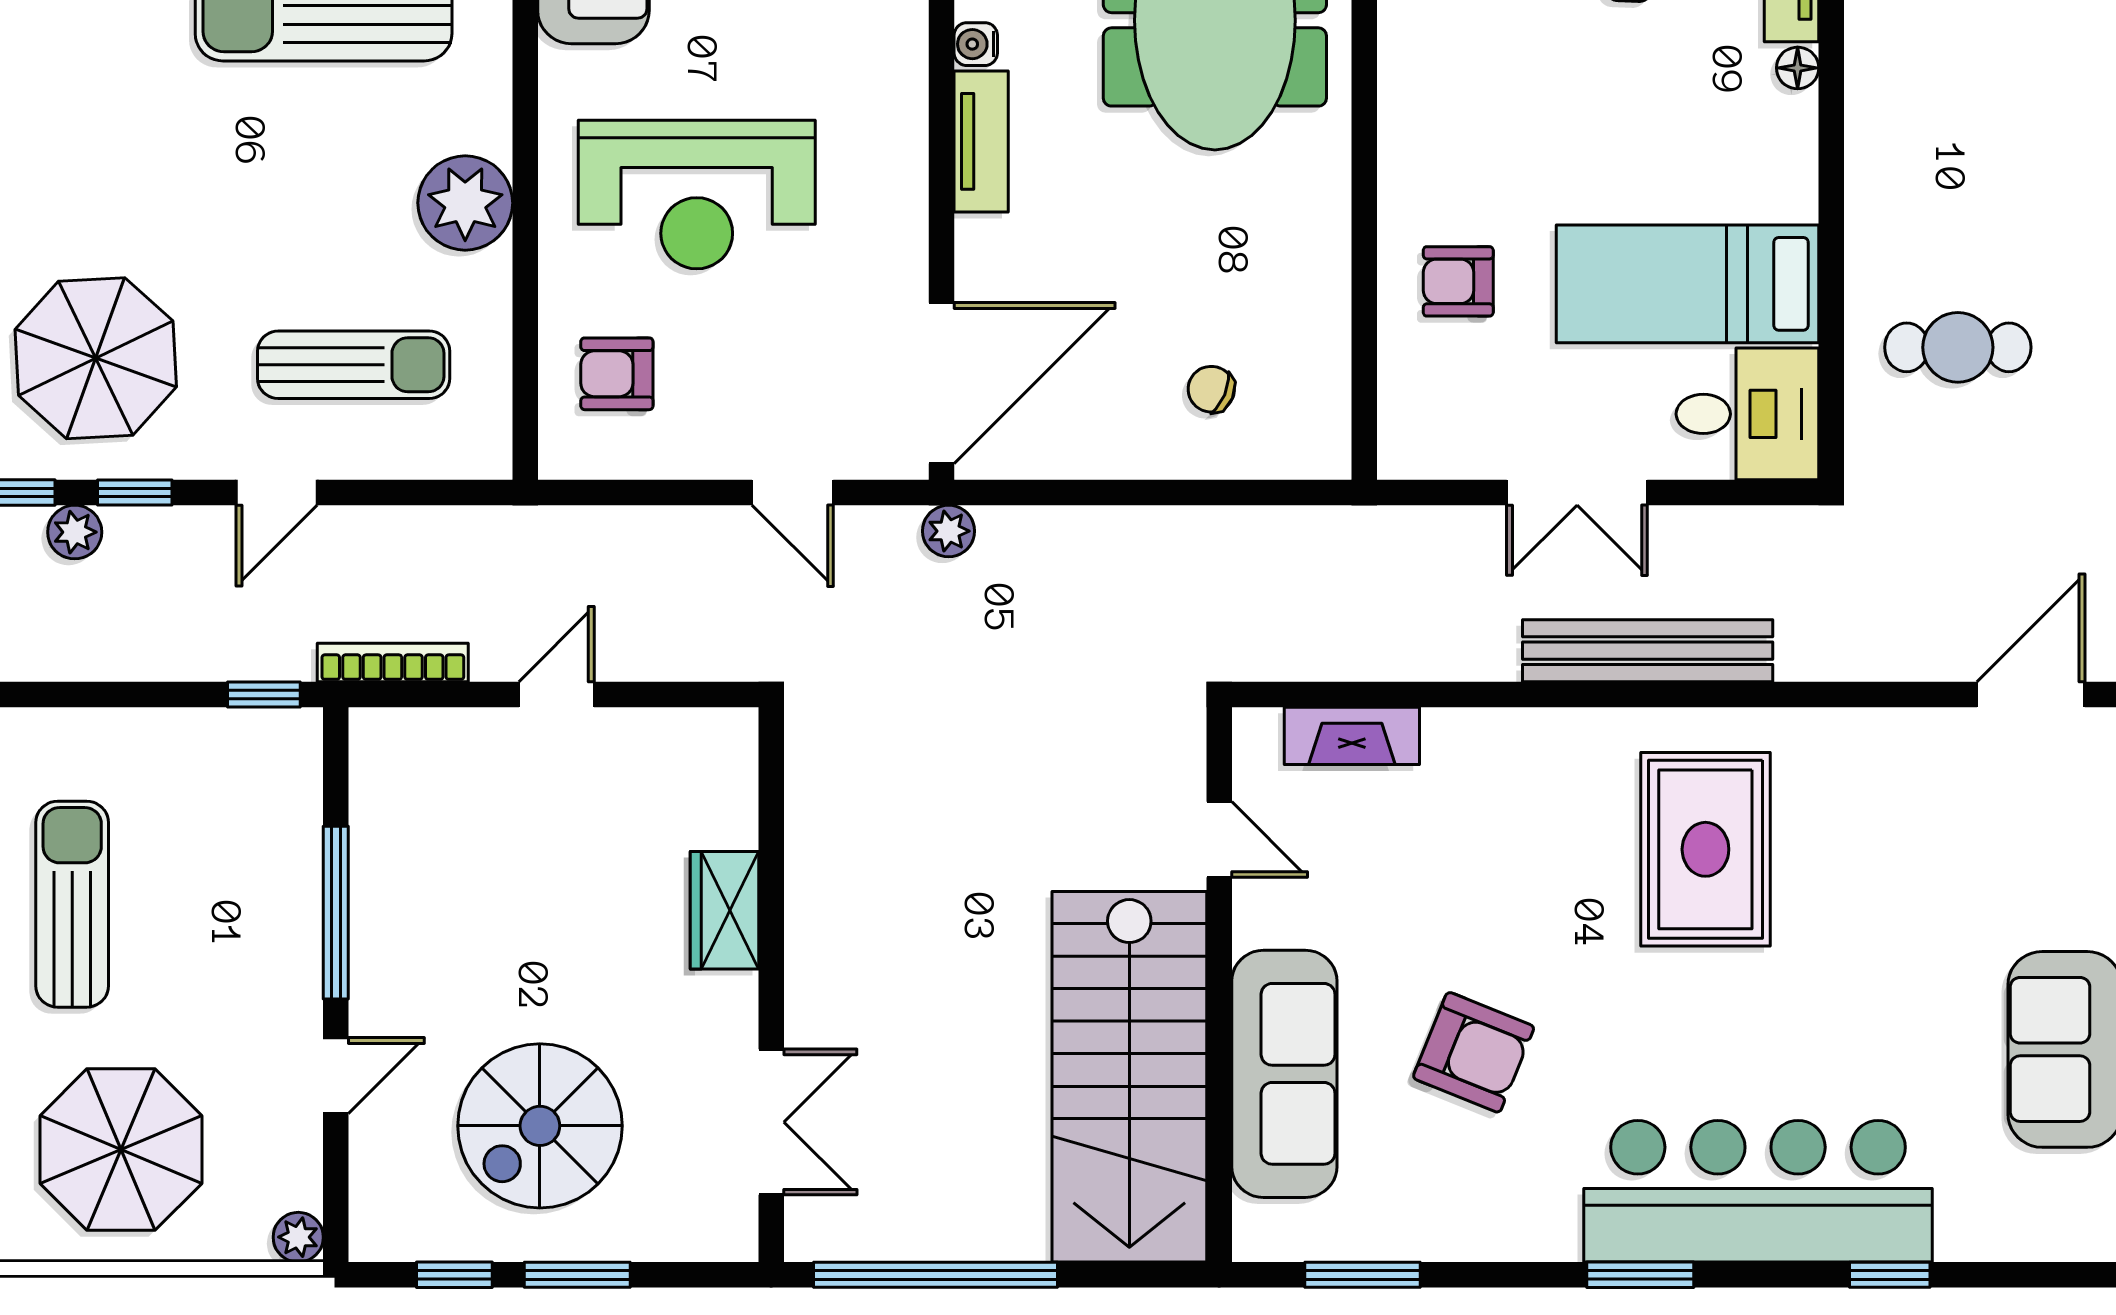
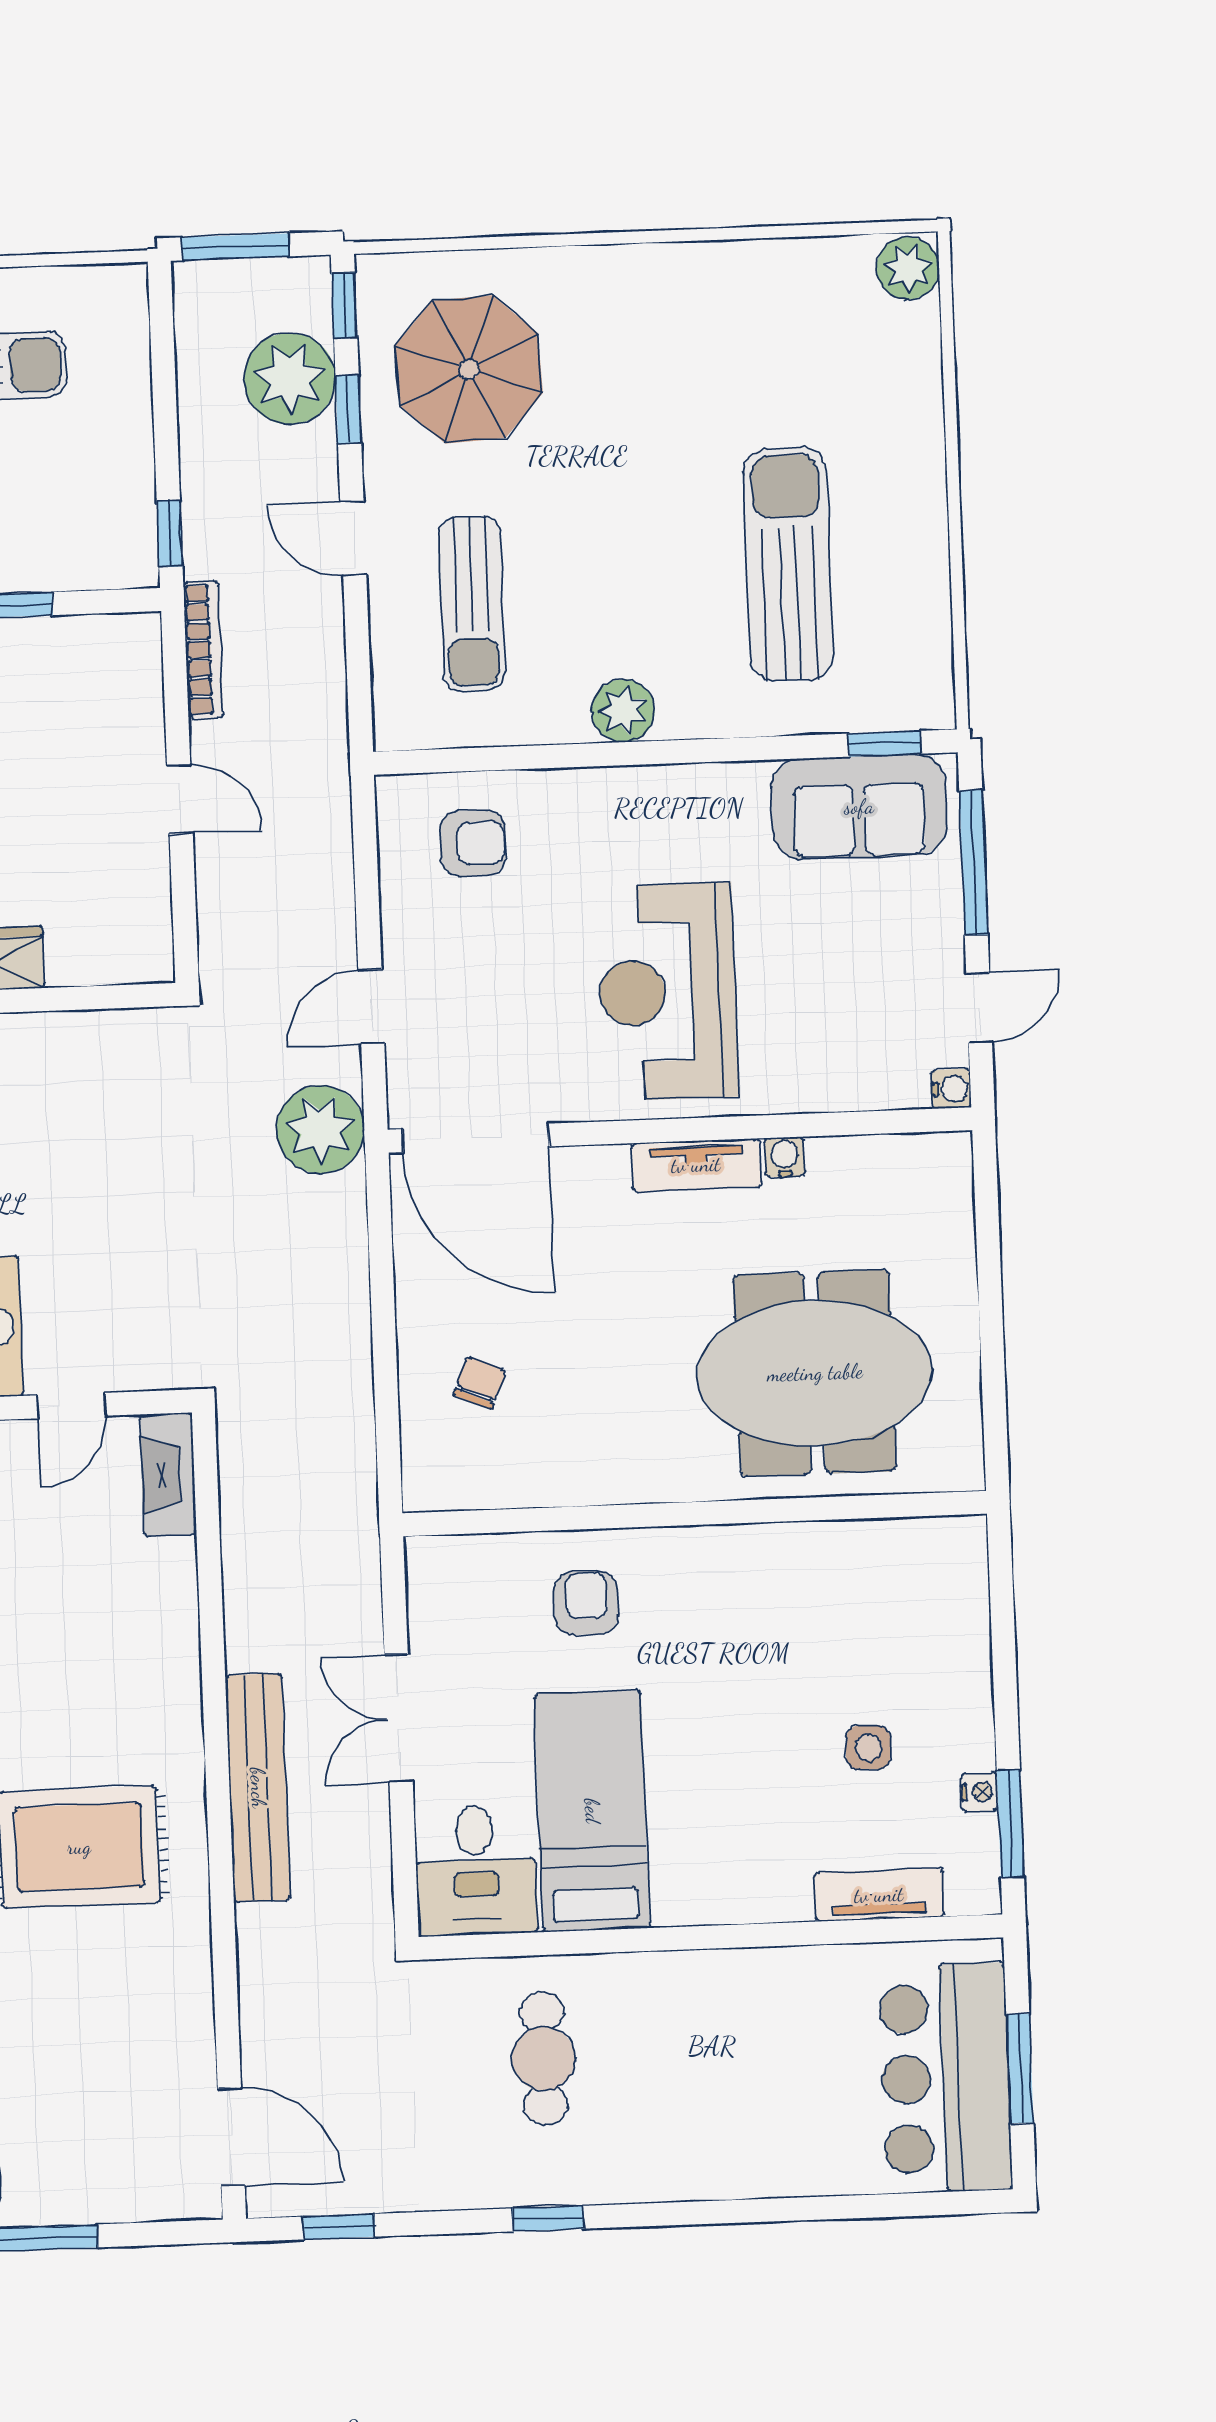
floor lamp: (1798, 68) -> (792, 1904), removed
reception desk: (697, 195) -> (668, 992), moved
plant: (465, 203) -> (623, 711), width x0.73, depth x0.73
armchair: (617, 374) -> (473, 843), turned 90
plant: (949, 531) -> (320, 1130), width x1.87, depth x1.87
plant: (75, 532) -> (290, 379), width x1.87, depth x1.87
fireplace: (1352, 736) -> (168, 1475), moved

